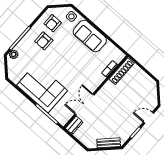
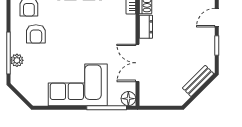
plant: (14, 54) -> (17, 60), moved
floor lamp: (63, 119) -> (128, 99), added
dresser: (74, 125) -> (146, 27), moved

